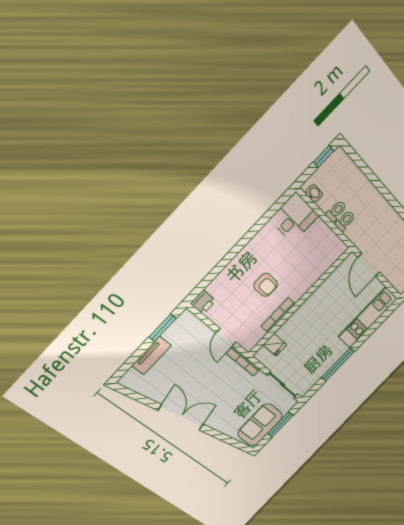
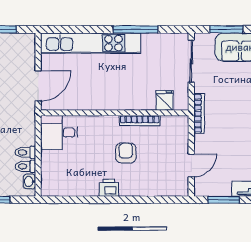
desk: (294, 218) -> (59, 133), moved
toilet: (345, 221) -> (25, 166), moved
printer: (203, 302) -> (109, 188), moved
kitchen unit: (368, 317) -> (91, 43), width x1.36
door: (226, 337) -> (191, 165), moved

